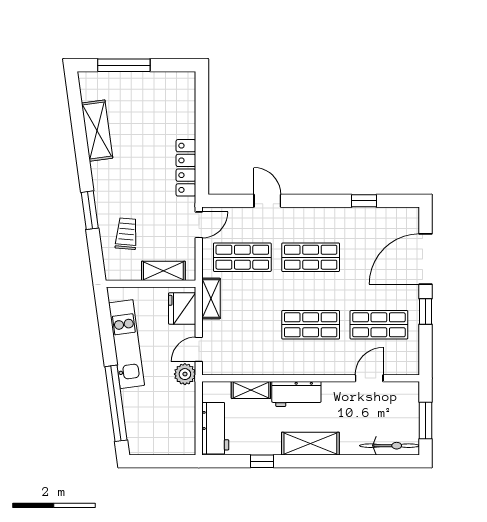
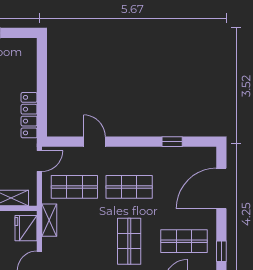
window: (426, 312) -> (221, 251), moved
shop shelf: (311, 325) -> (129, 241), turned 90

